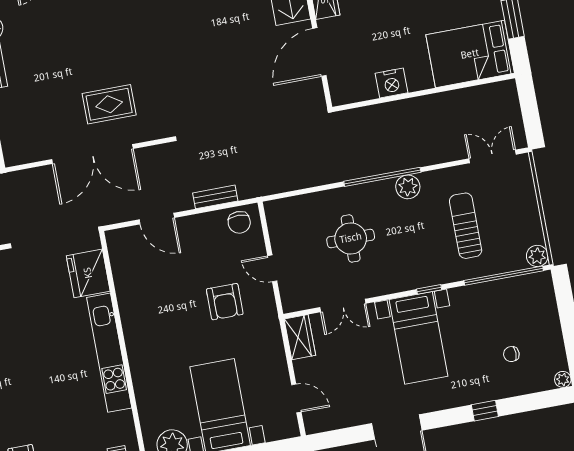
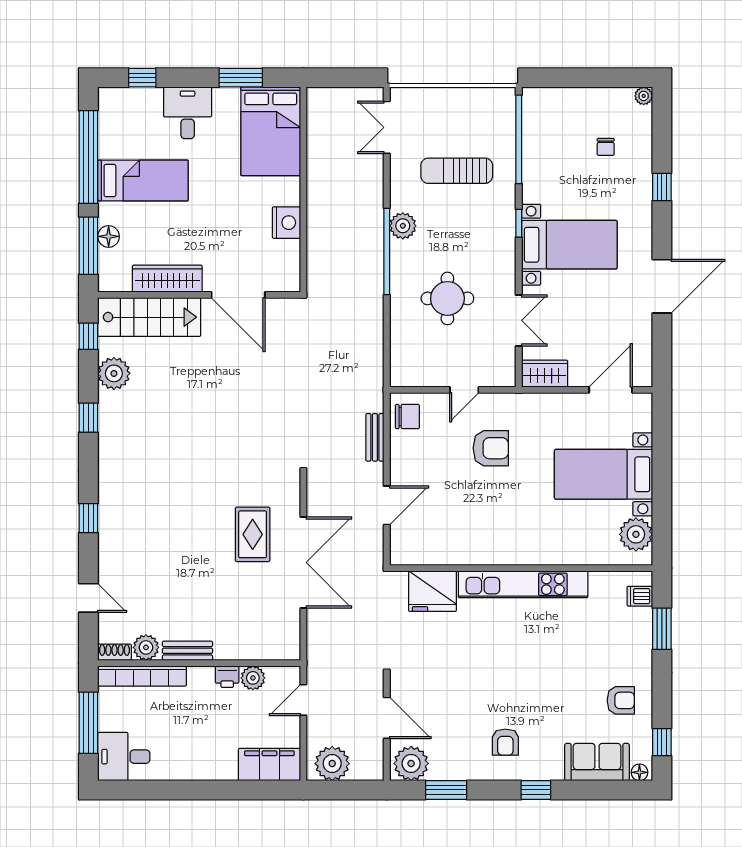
plant: (537, 256) -> (504, 99), removed
door: (296, 398) -> (611, 390), width x1.38

